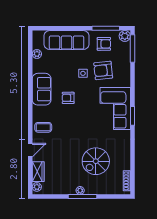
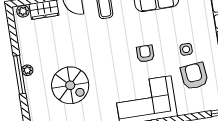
armchair: (68, 98) -> (145, 54), moved
spiral stairs: (96, 161) -> (70, 85), turned 180

